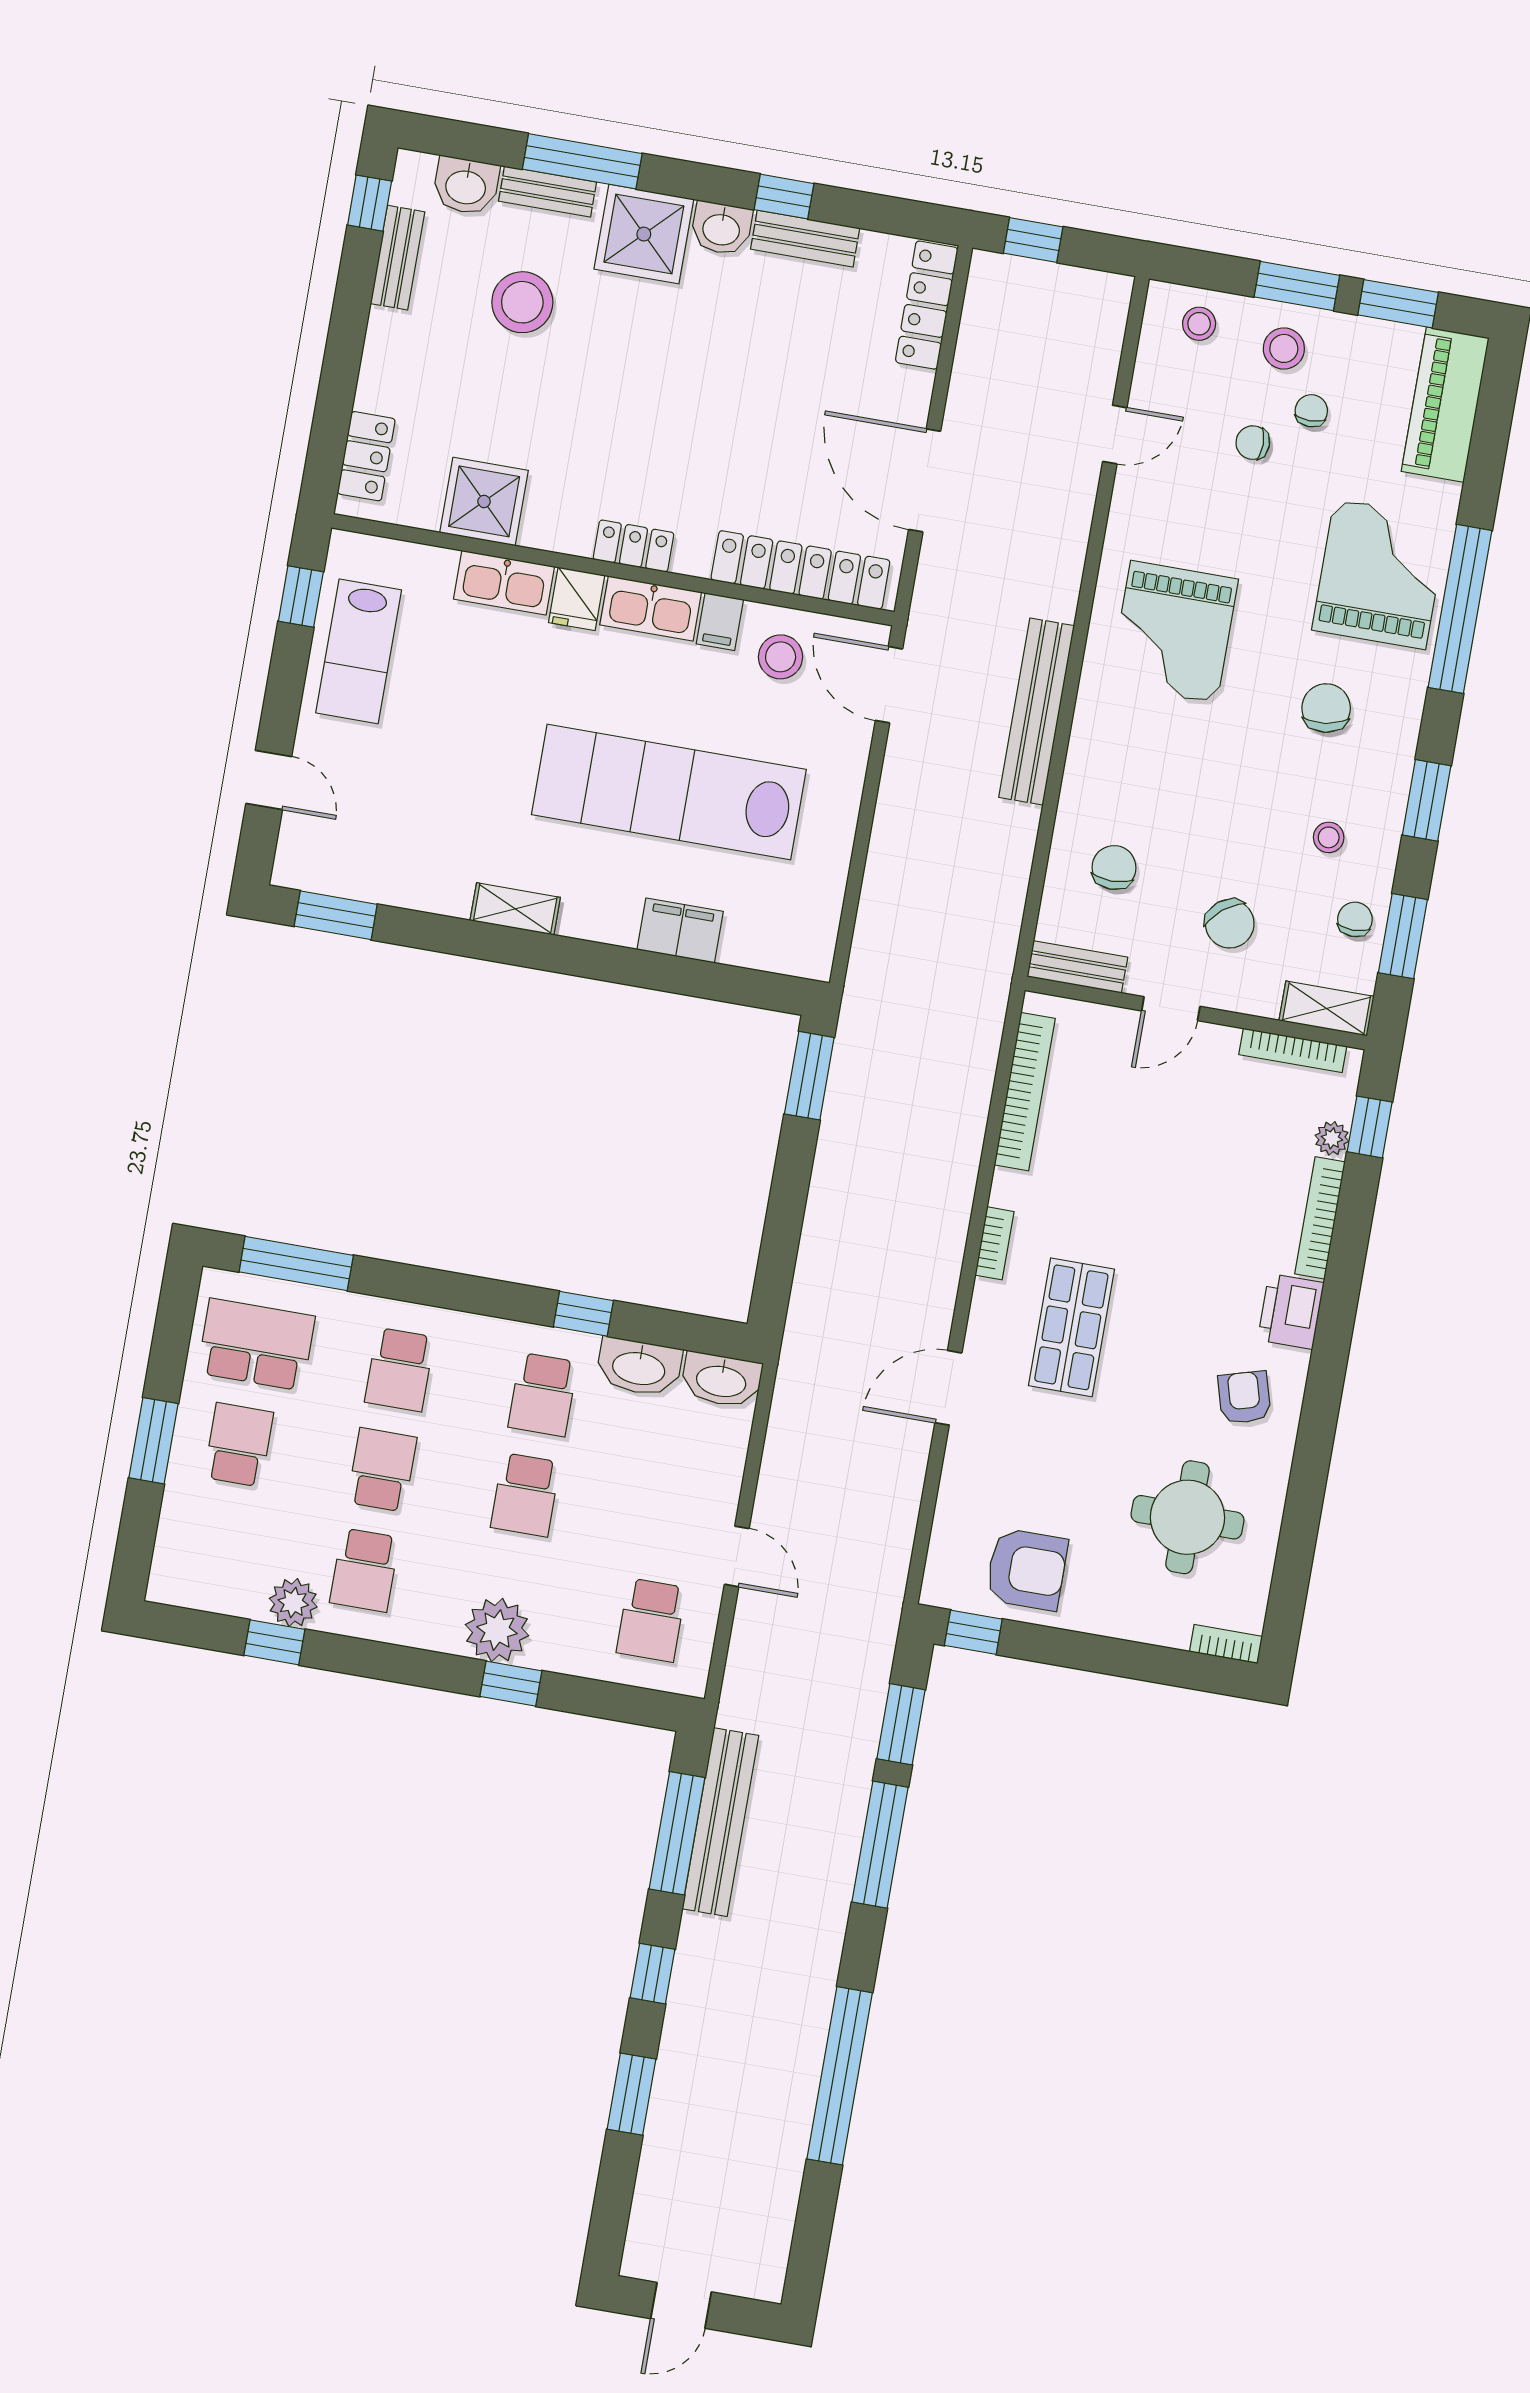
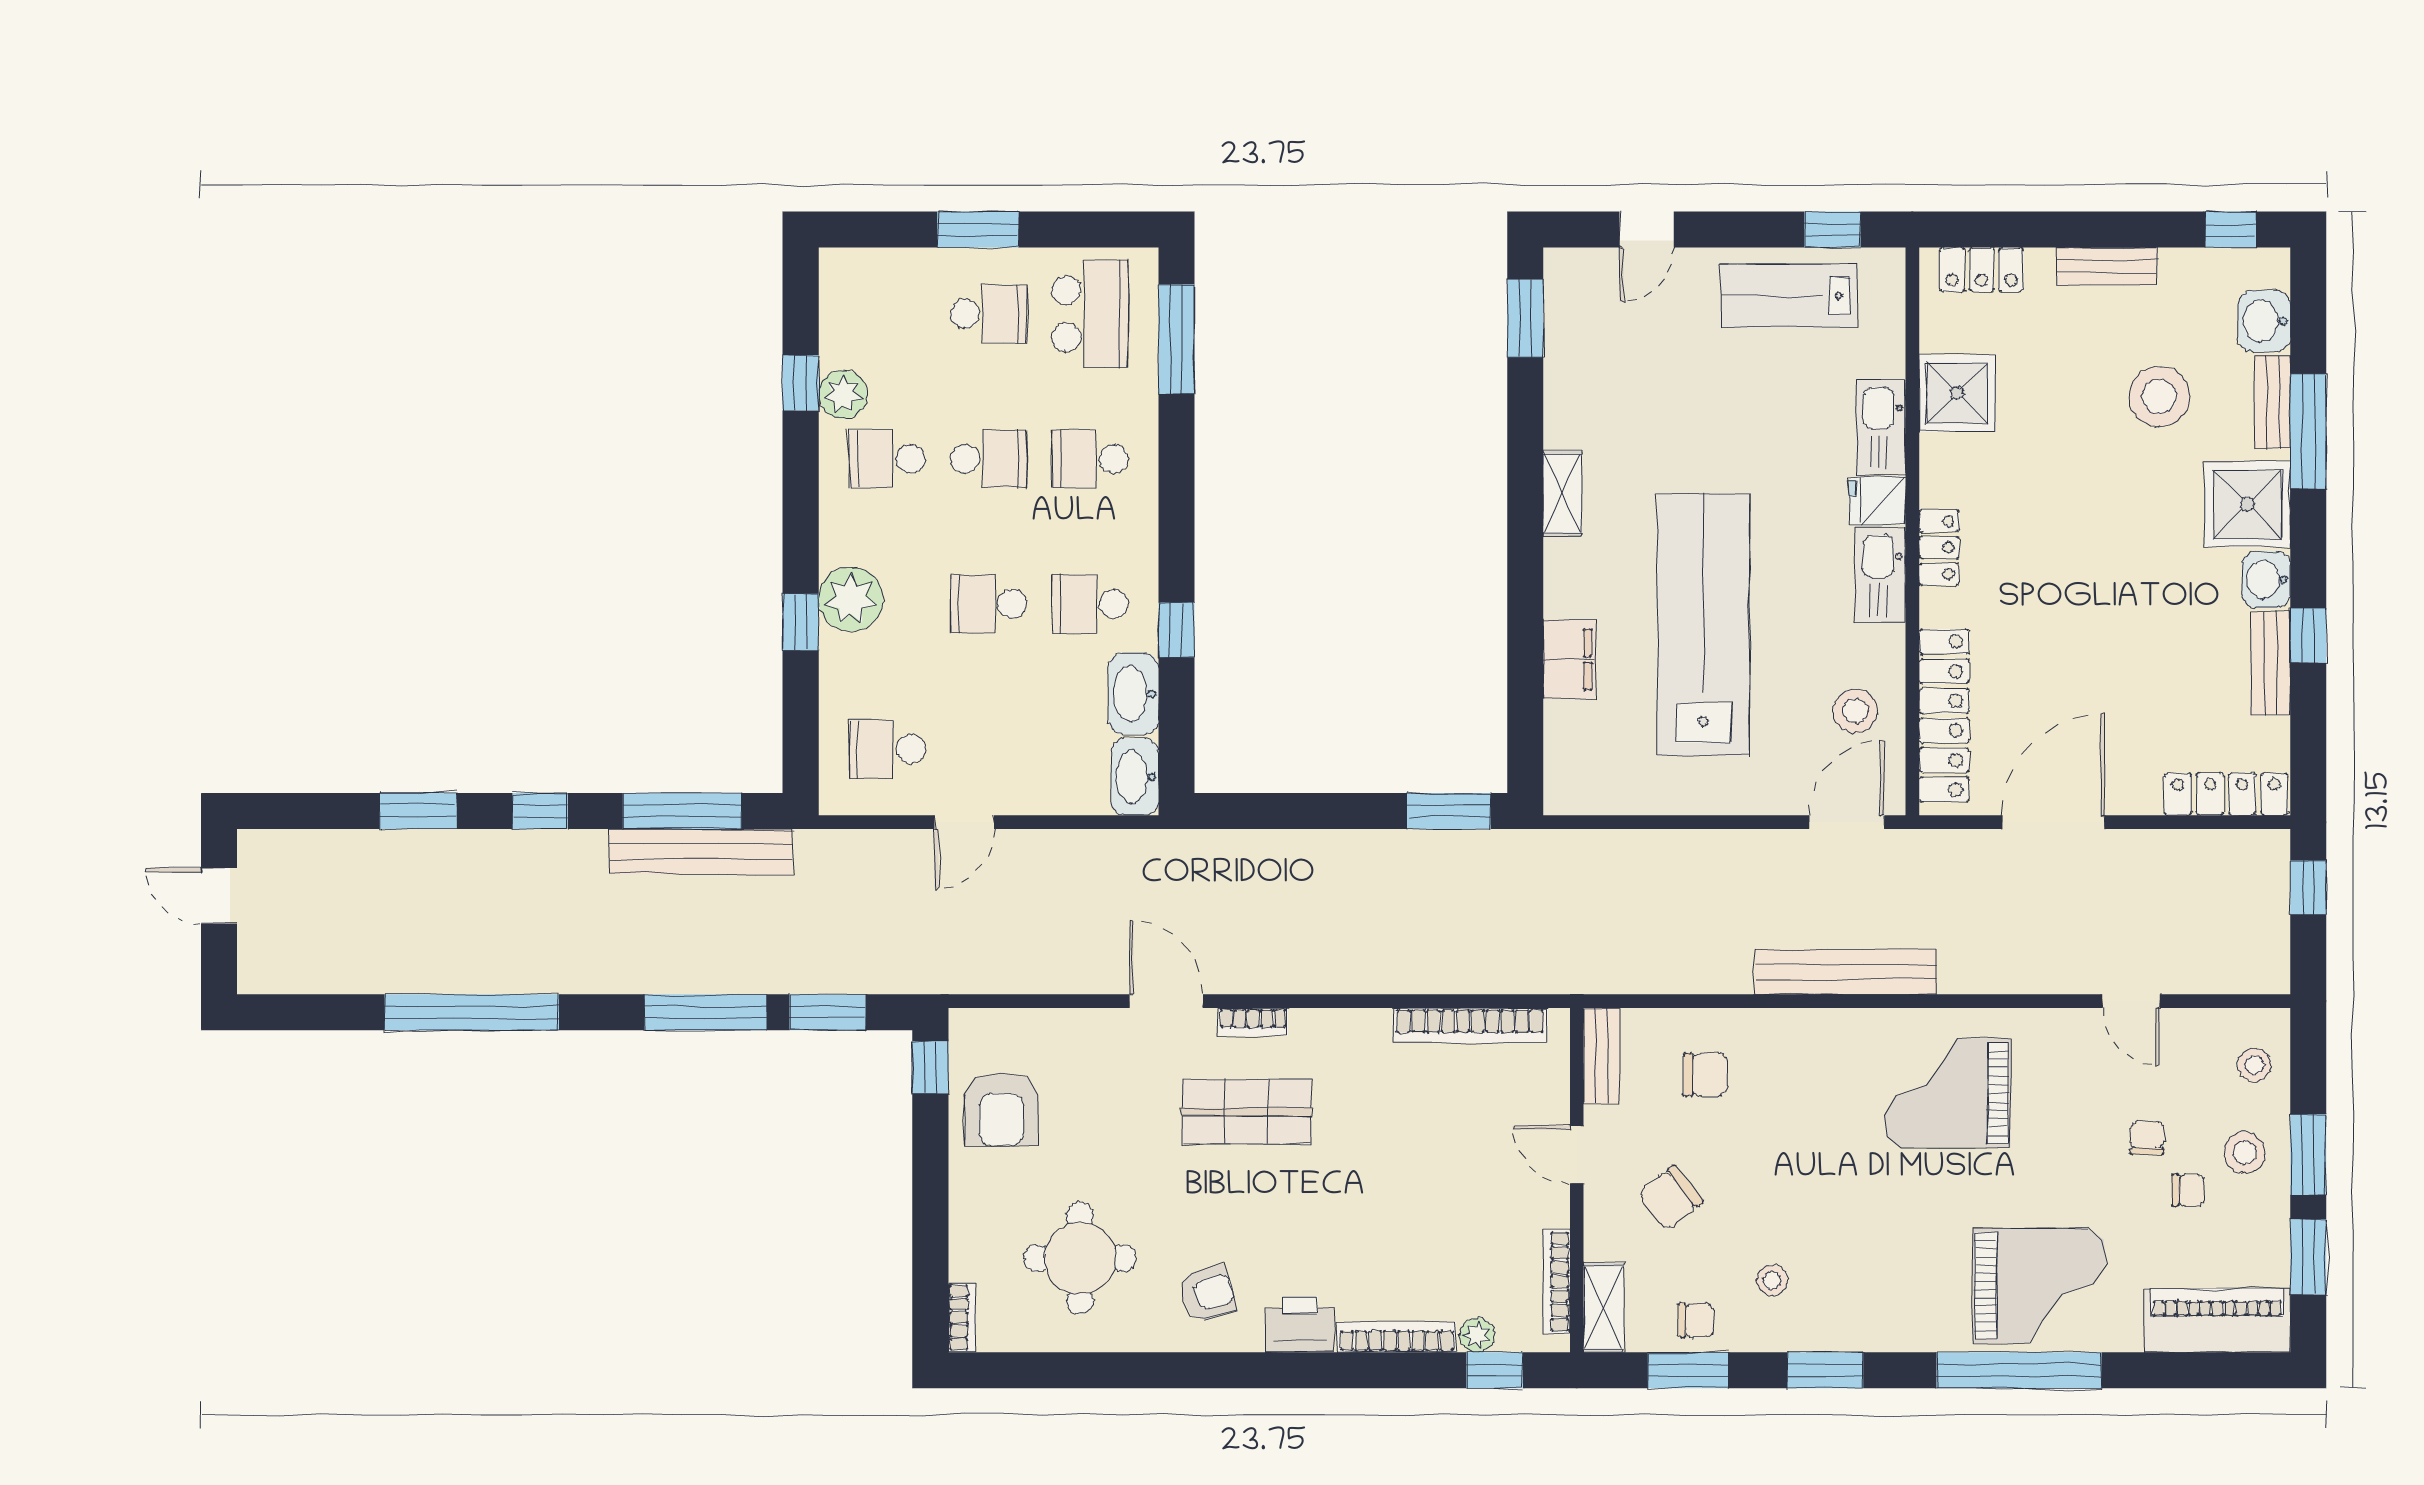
bench: (398, 258) -> (2107, 266), moved
filing cabinet: (720, 622) -> (1880, 645), removed
chair: (1326, 708) -> (1899, 1256), removed
bookcase: (994, 1243) -> (1253, 1022), moved

